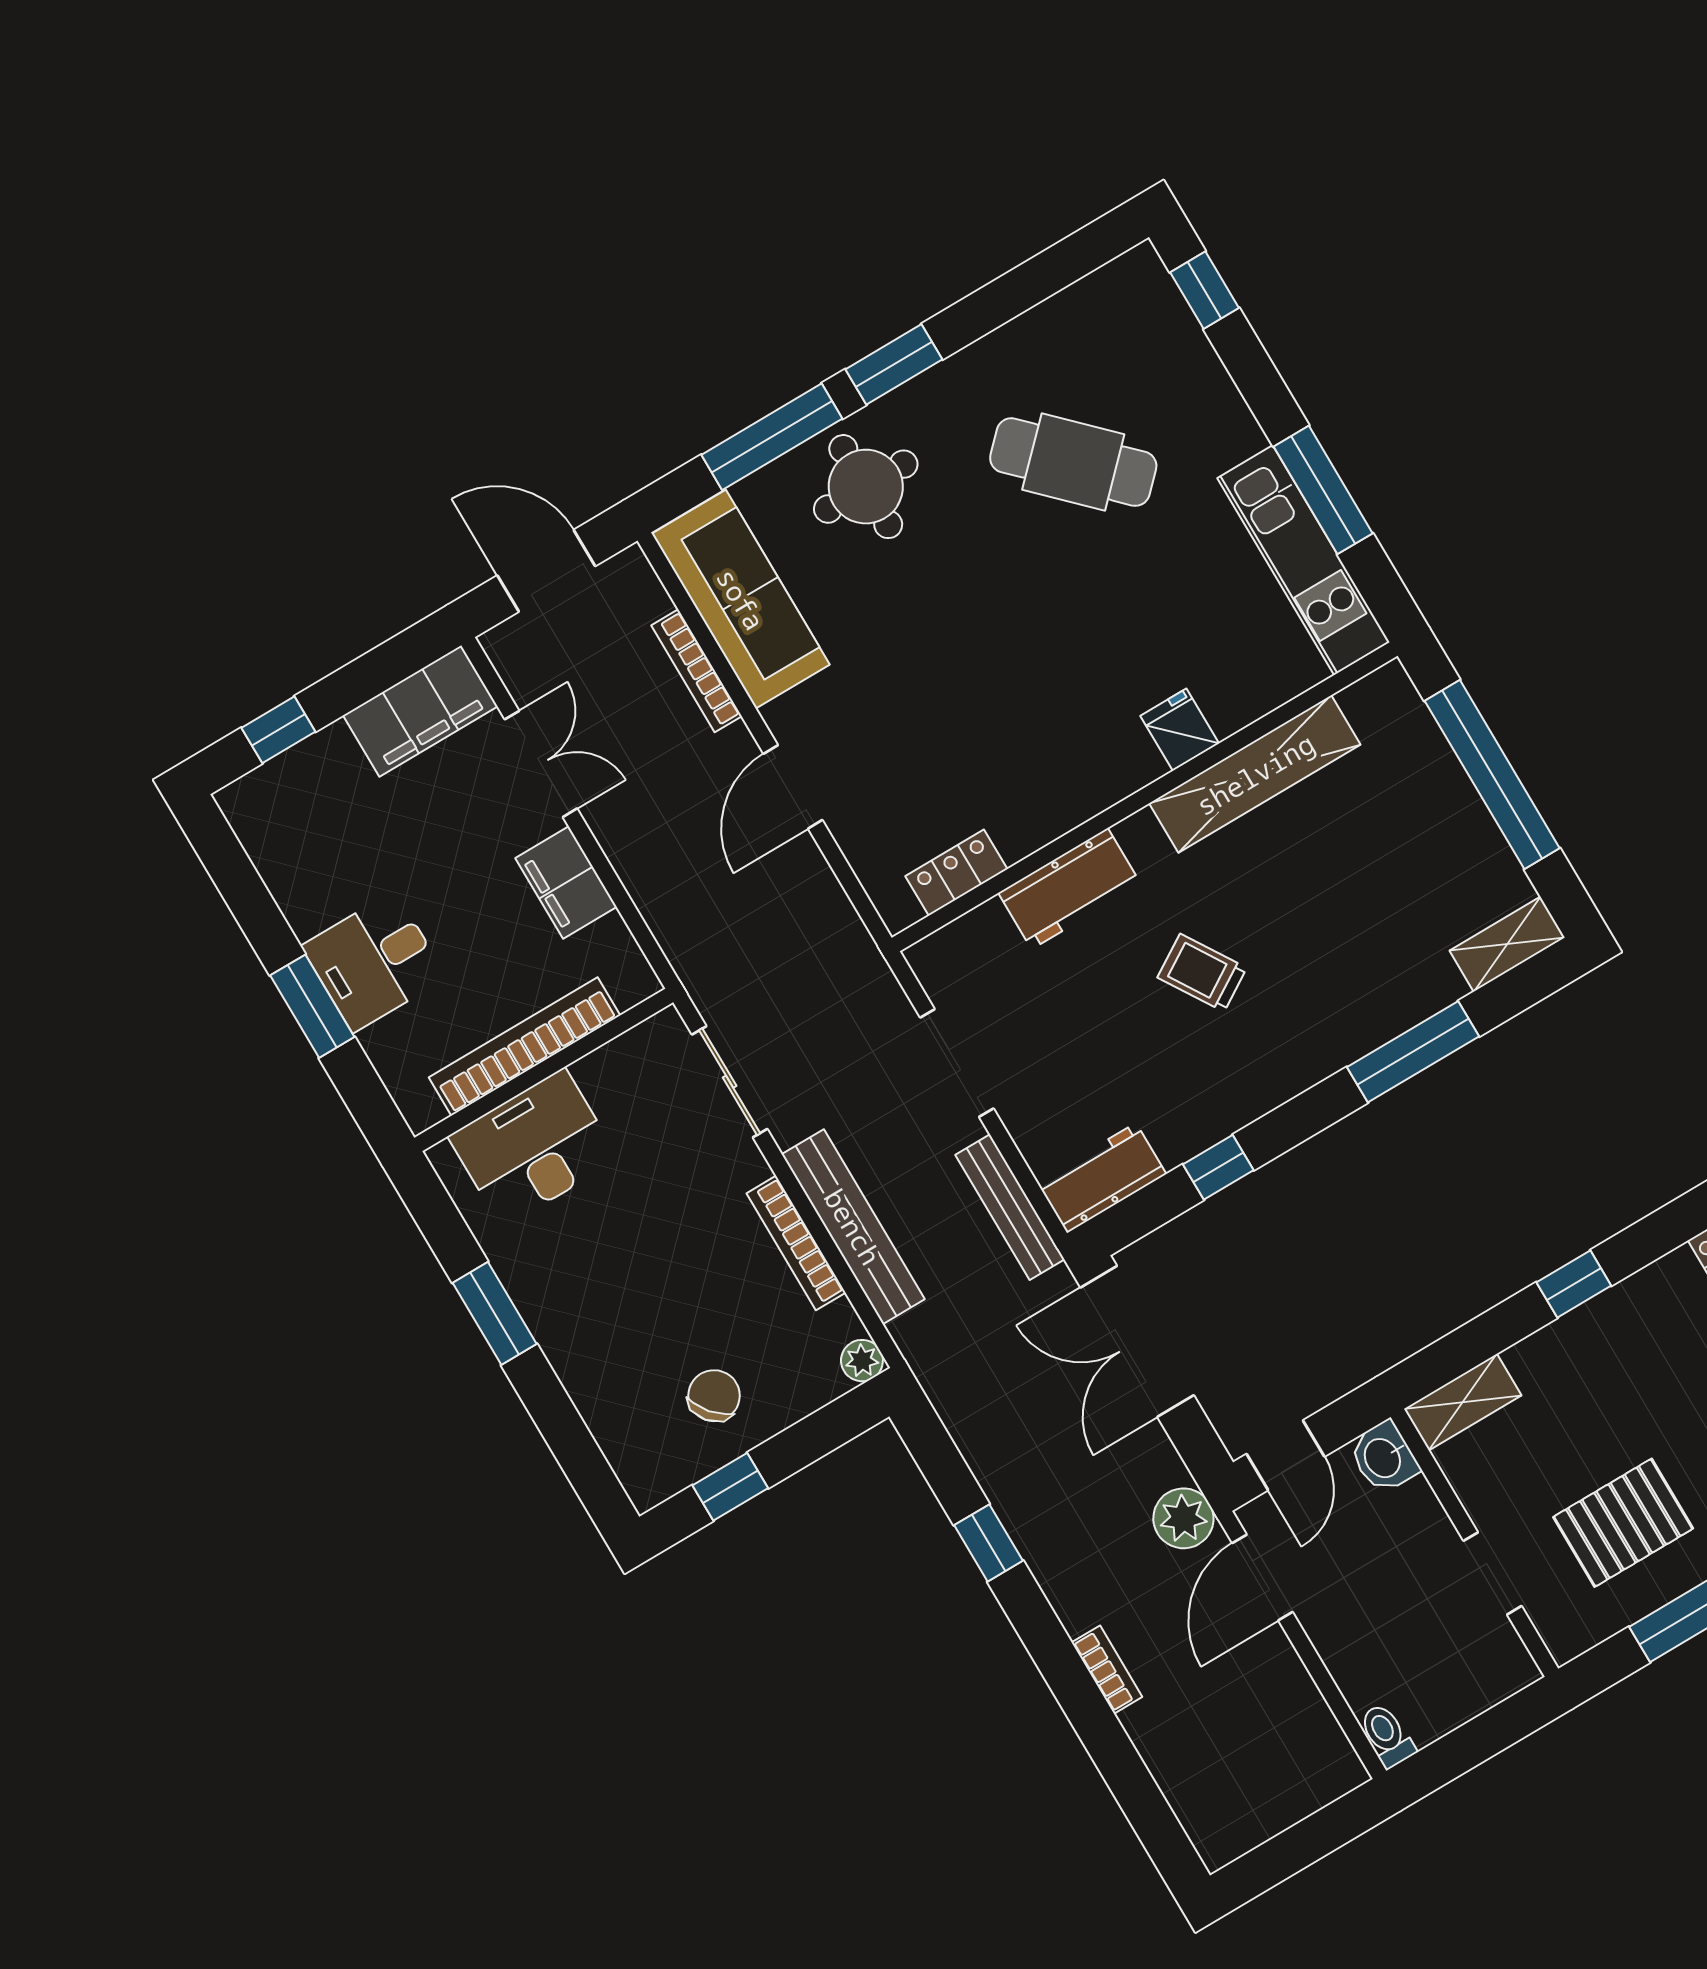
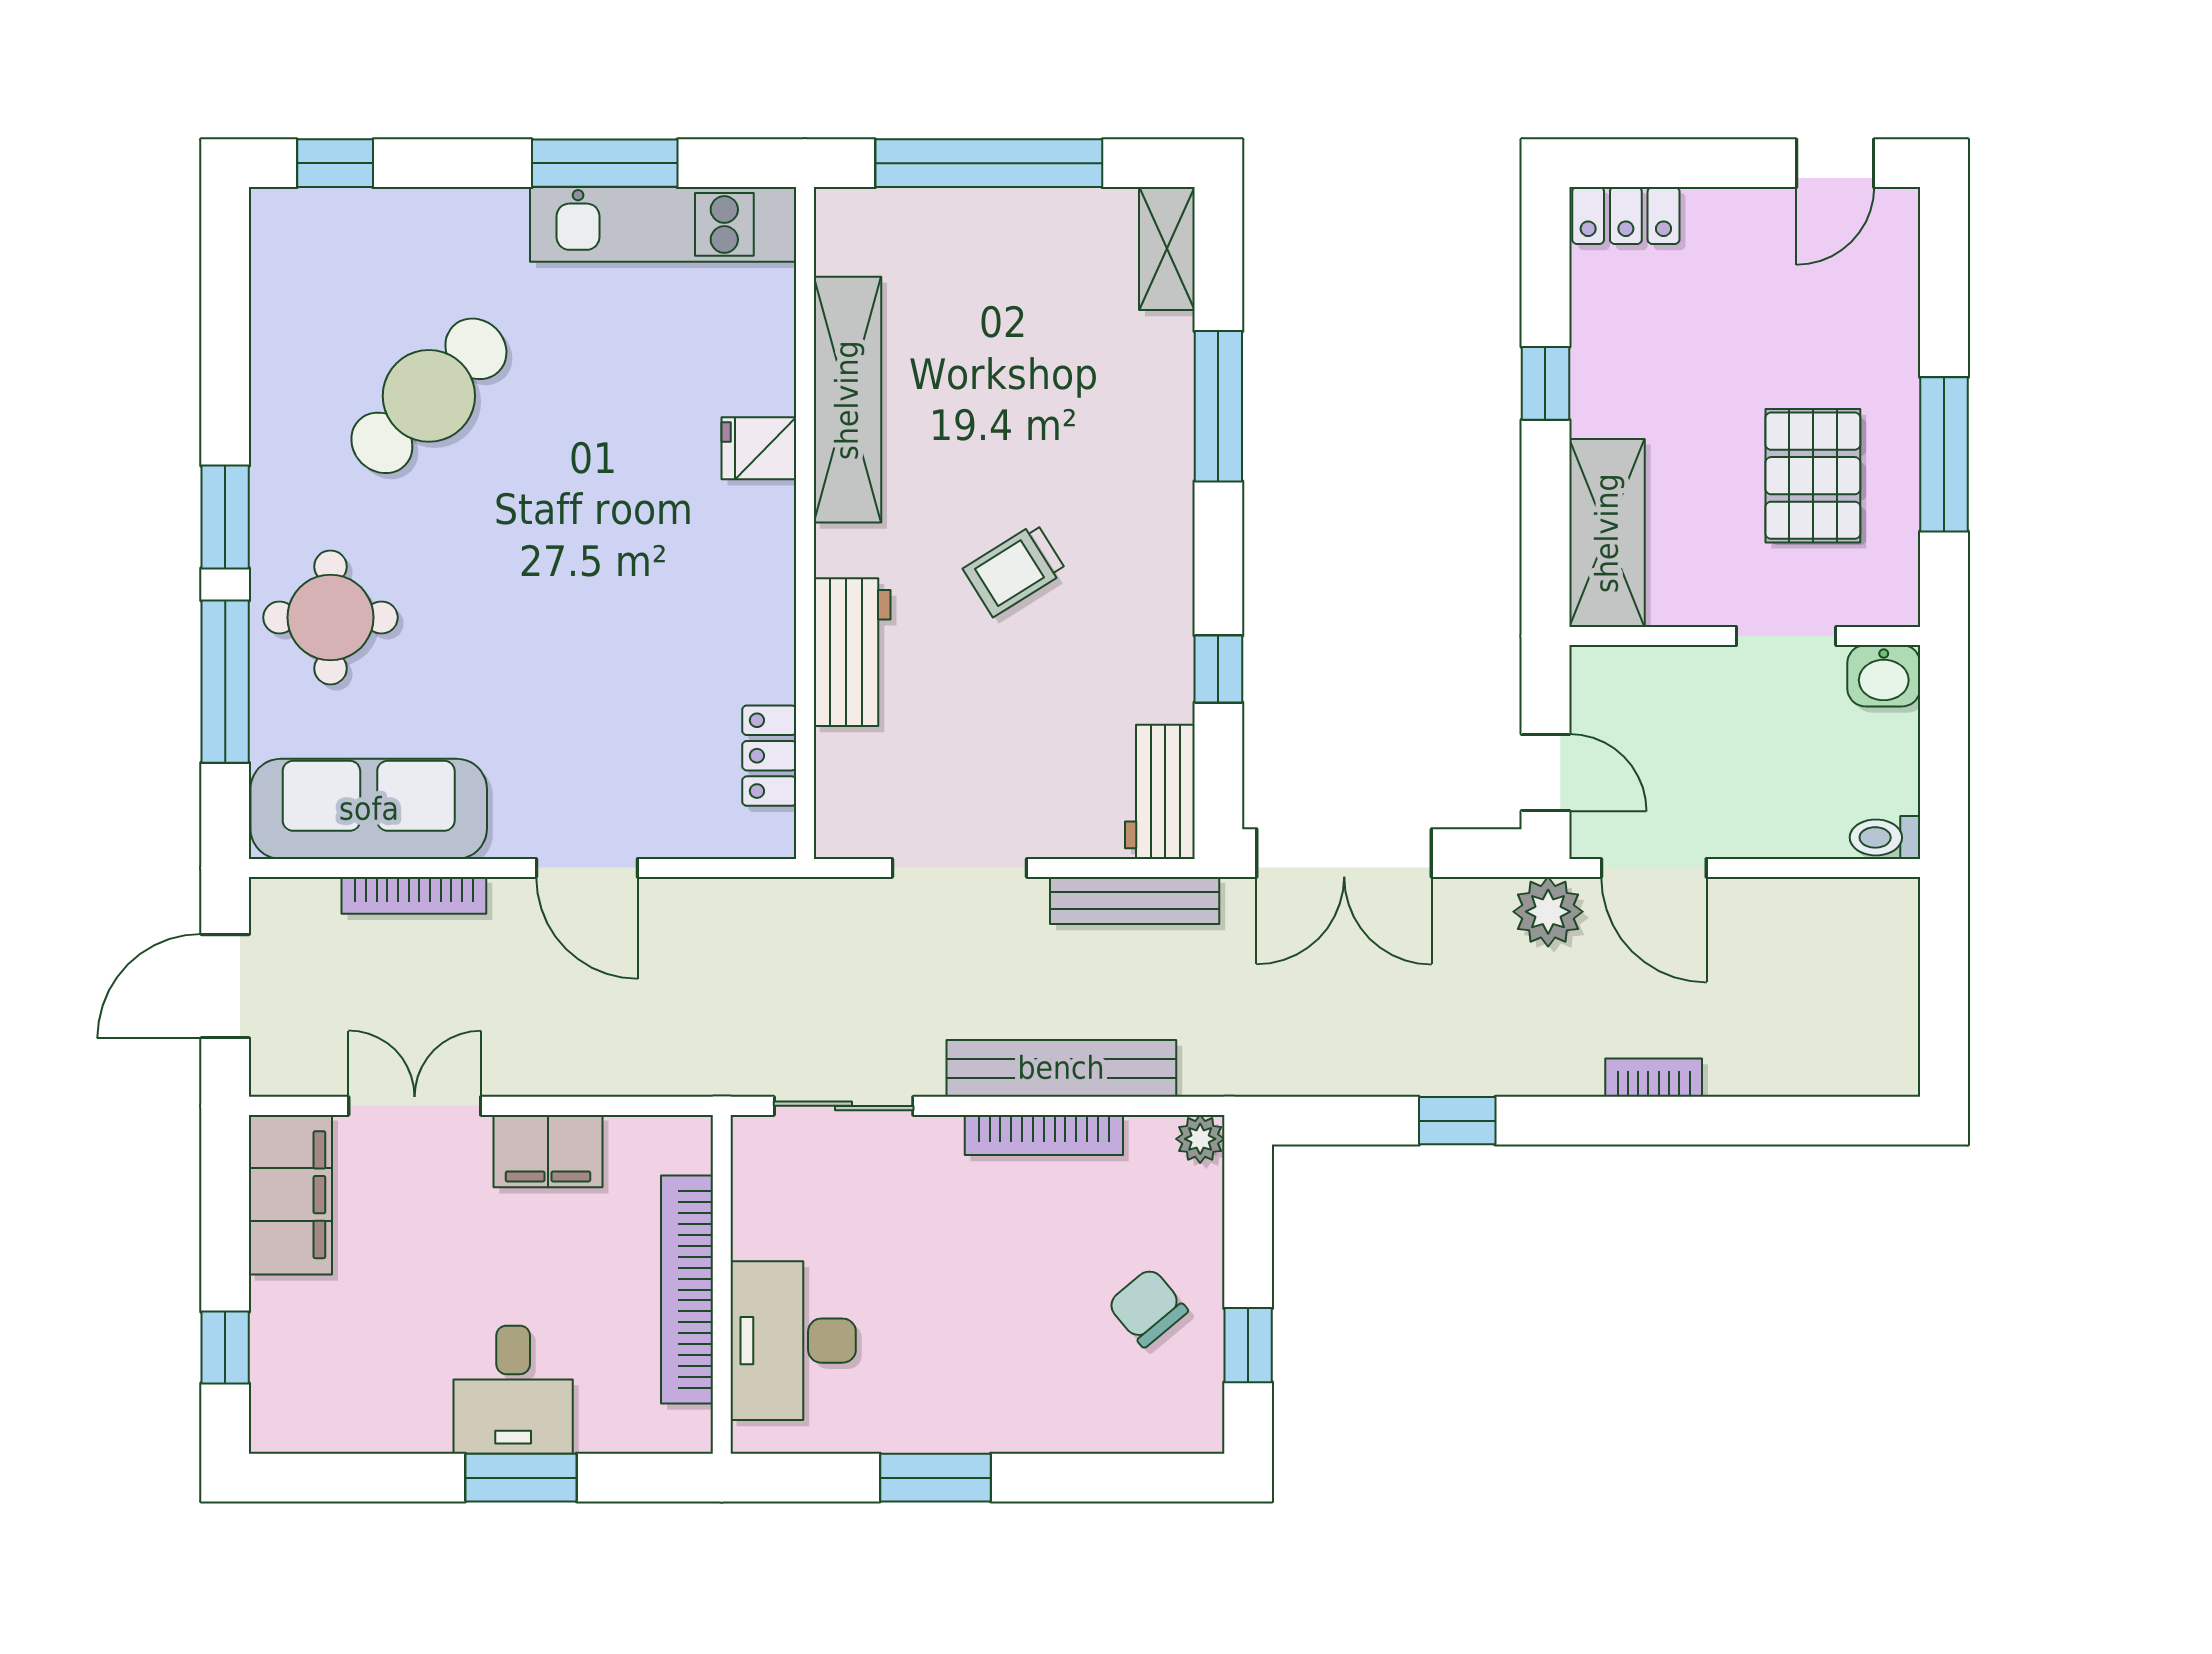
shelving: (1463, 1402) -> (1607, 533), width x1.50, depth x1.33
washbasin: (1384, 1457) -> (1884, 676), moved

